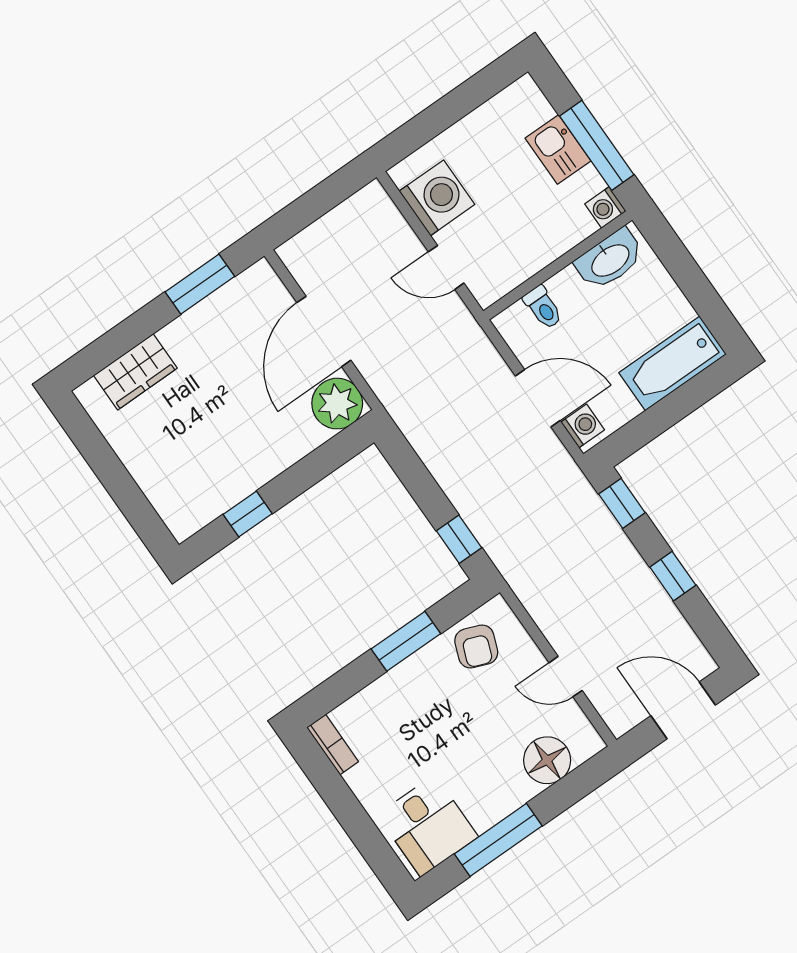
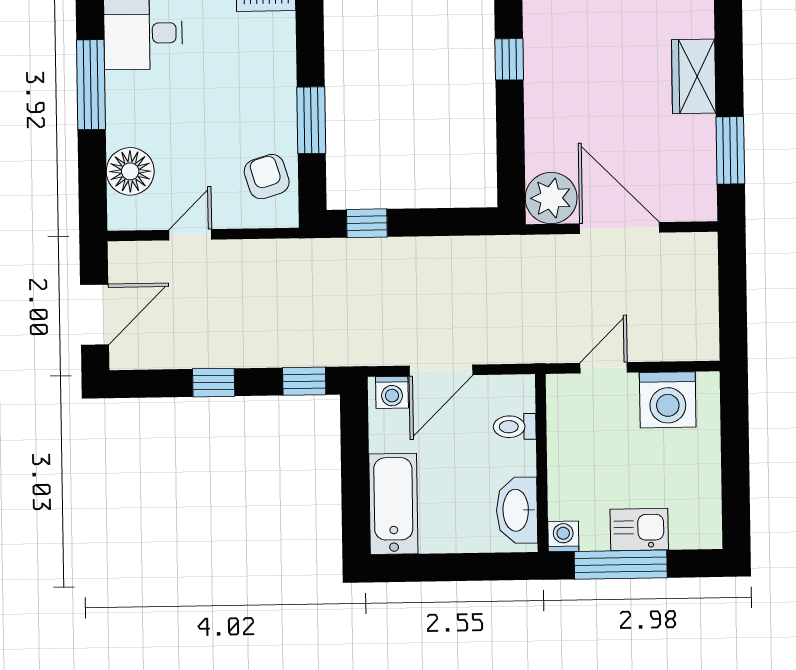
wardrobe: (135, 372) -> (694, 76), moved
armchair: (476, 647) -> (267, 177), turned 52

